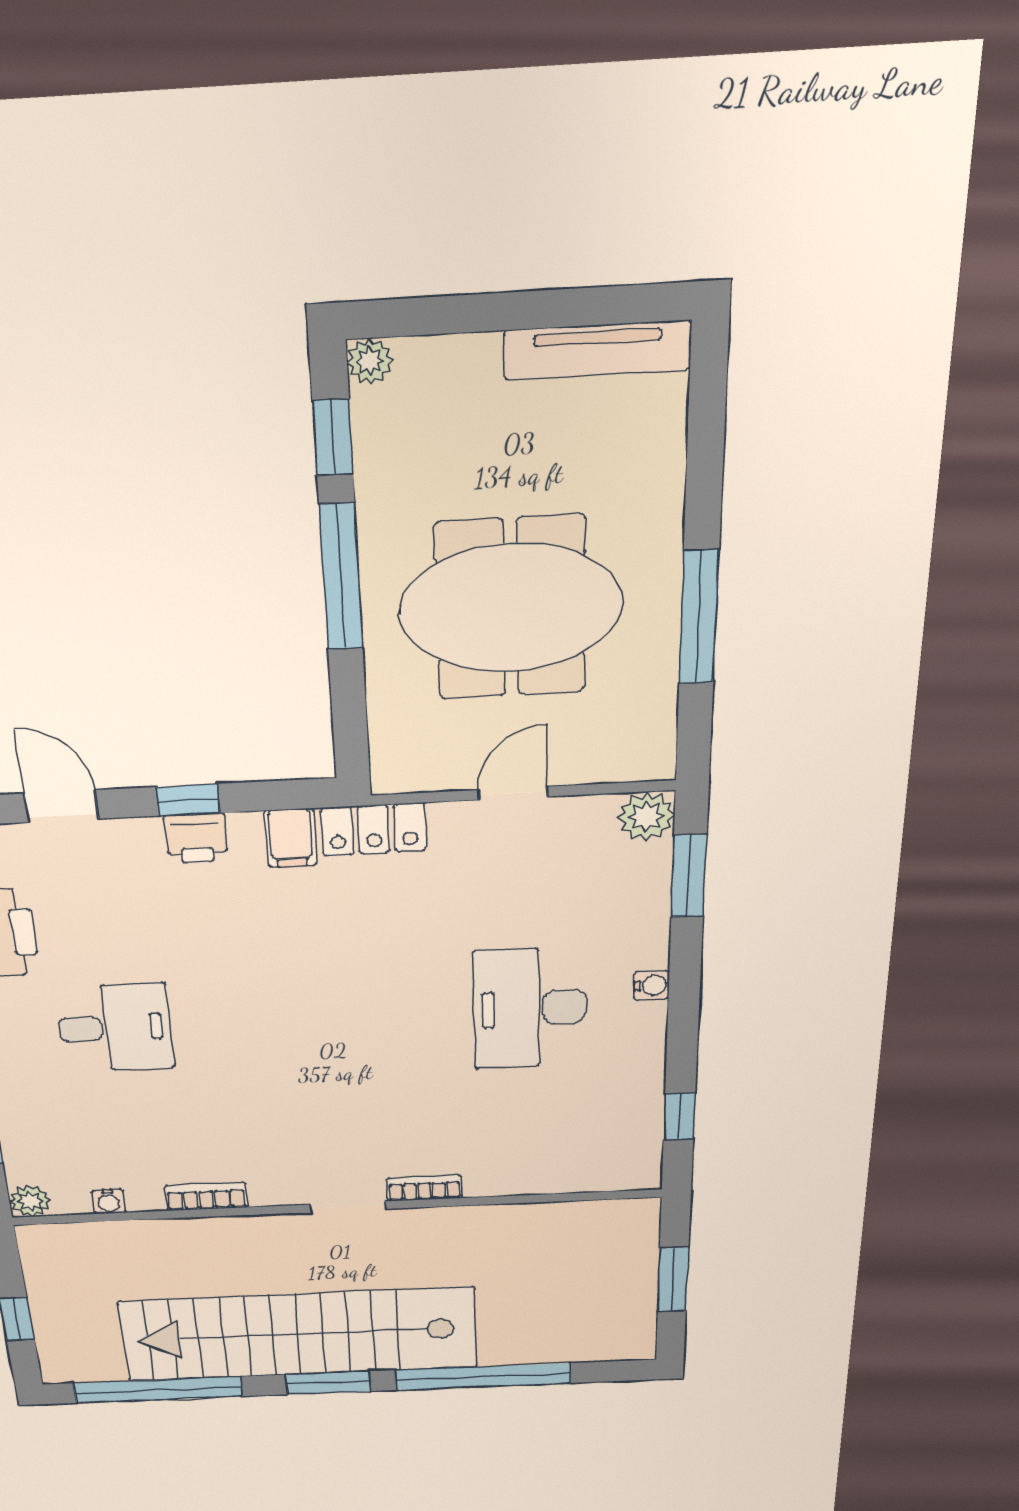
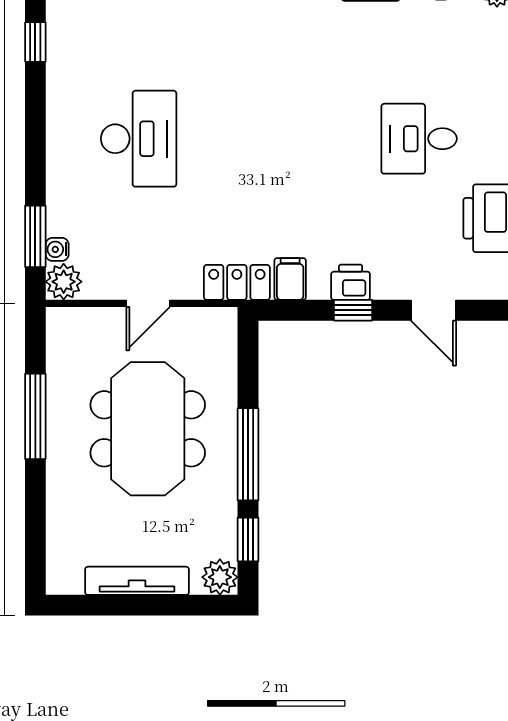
tv unit: (598, 350) -> (137, 581), moved
plant: (370, 361) -> (220, 577), width x1.38, depth x1.38
meeting table: (511, 608) -> (148, 429), turned 90
water cooler: (652, 985) -> (57, 249), moved

